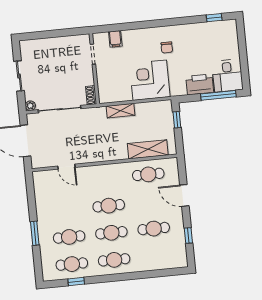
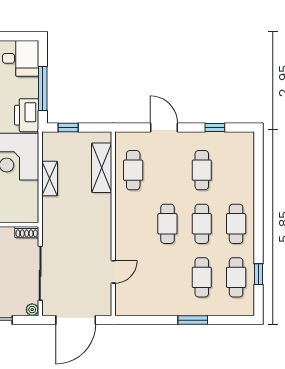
printer: (200, 84) -> (27, 115), moved
window: (218, 95) -> (43, 89), moved
shelving: (121, 111) -> (50, 179), moved
door: (184, 195) -> (164, 127), swing flipped

